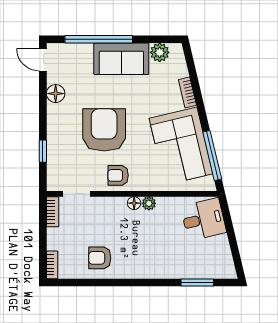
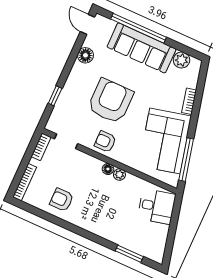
sofa: (121, 59) -> (142, 48), width x1.36
bookcase: (52, 265) -> (25, 182), width x1.56

